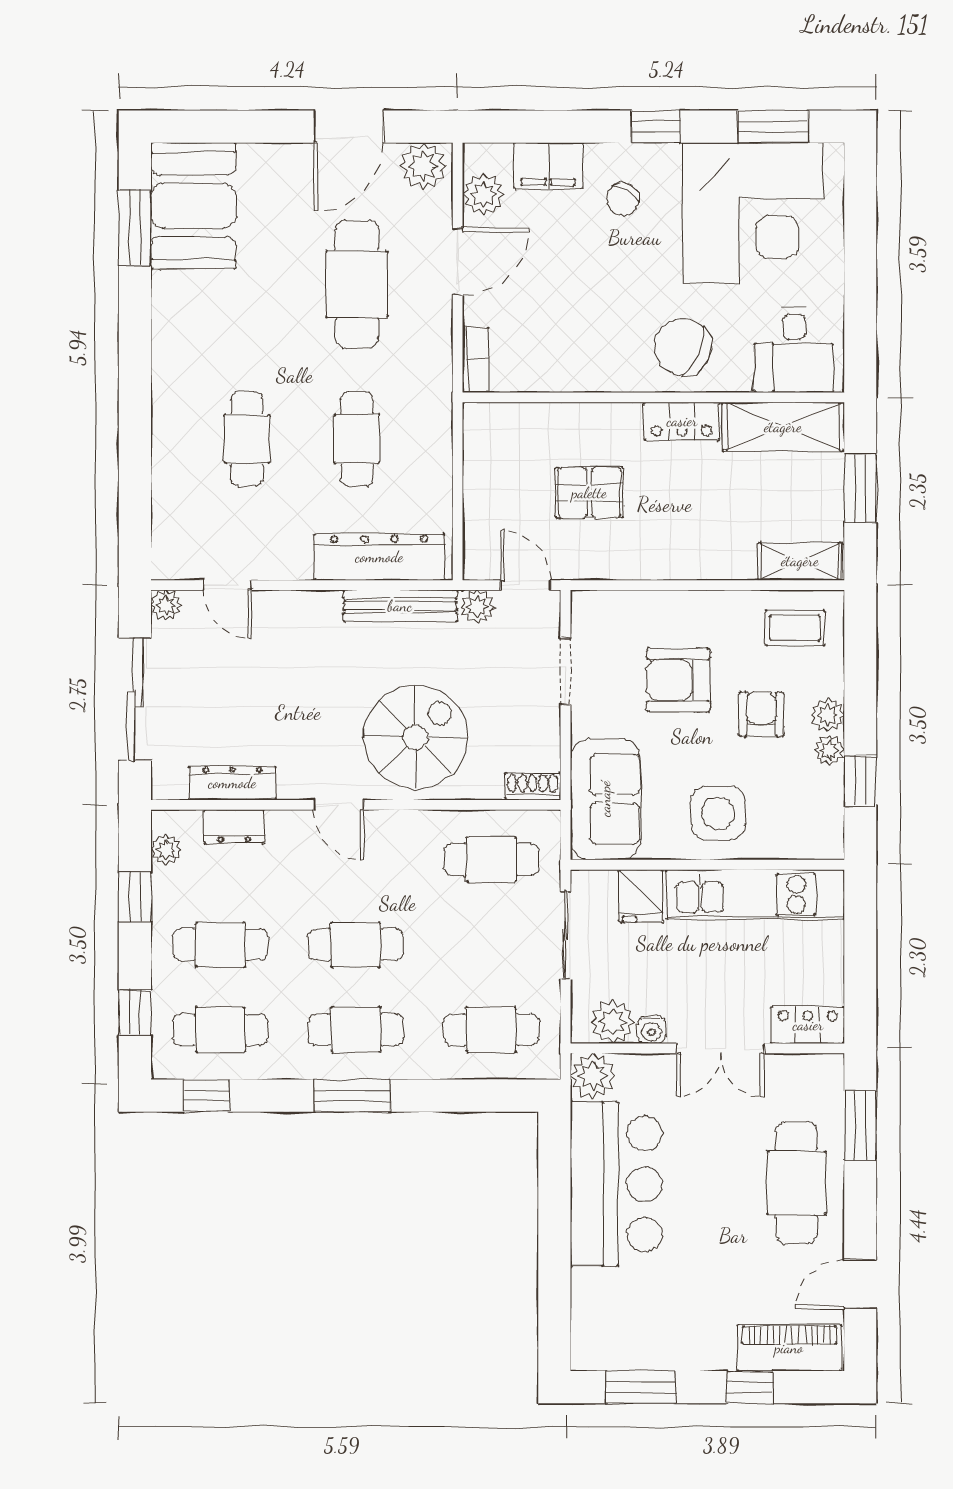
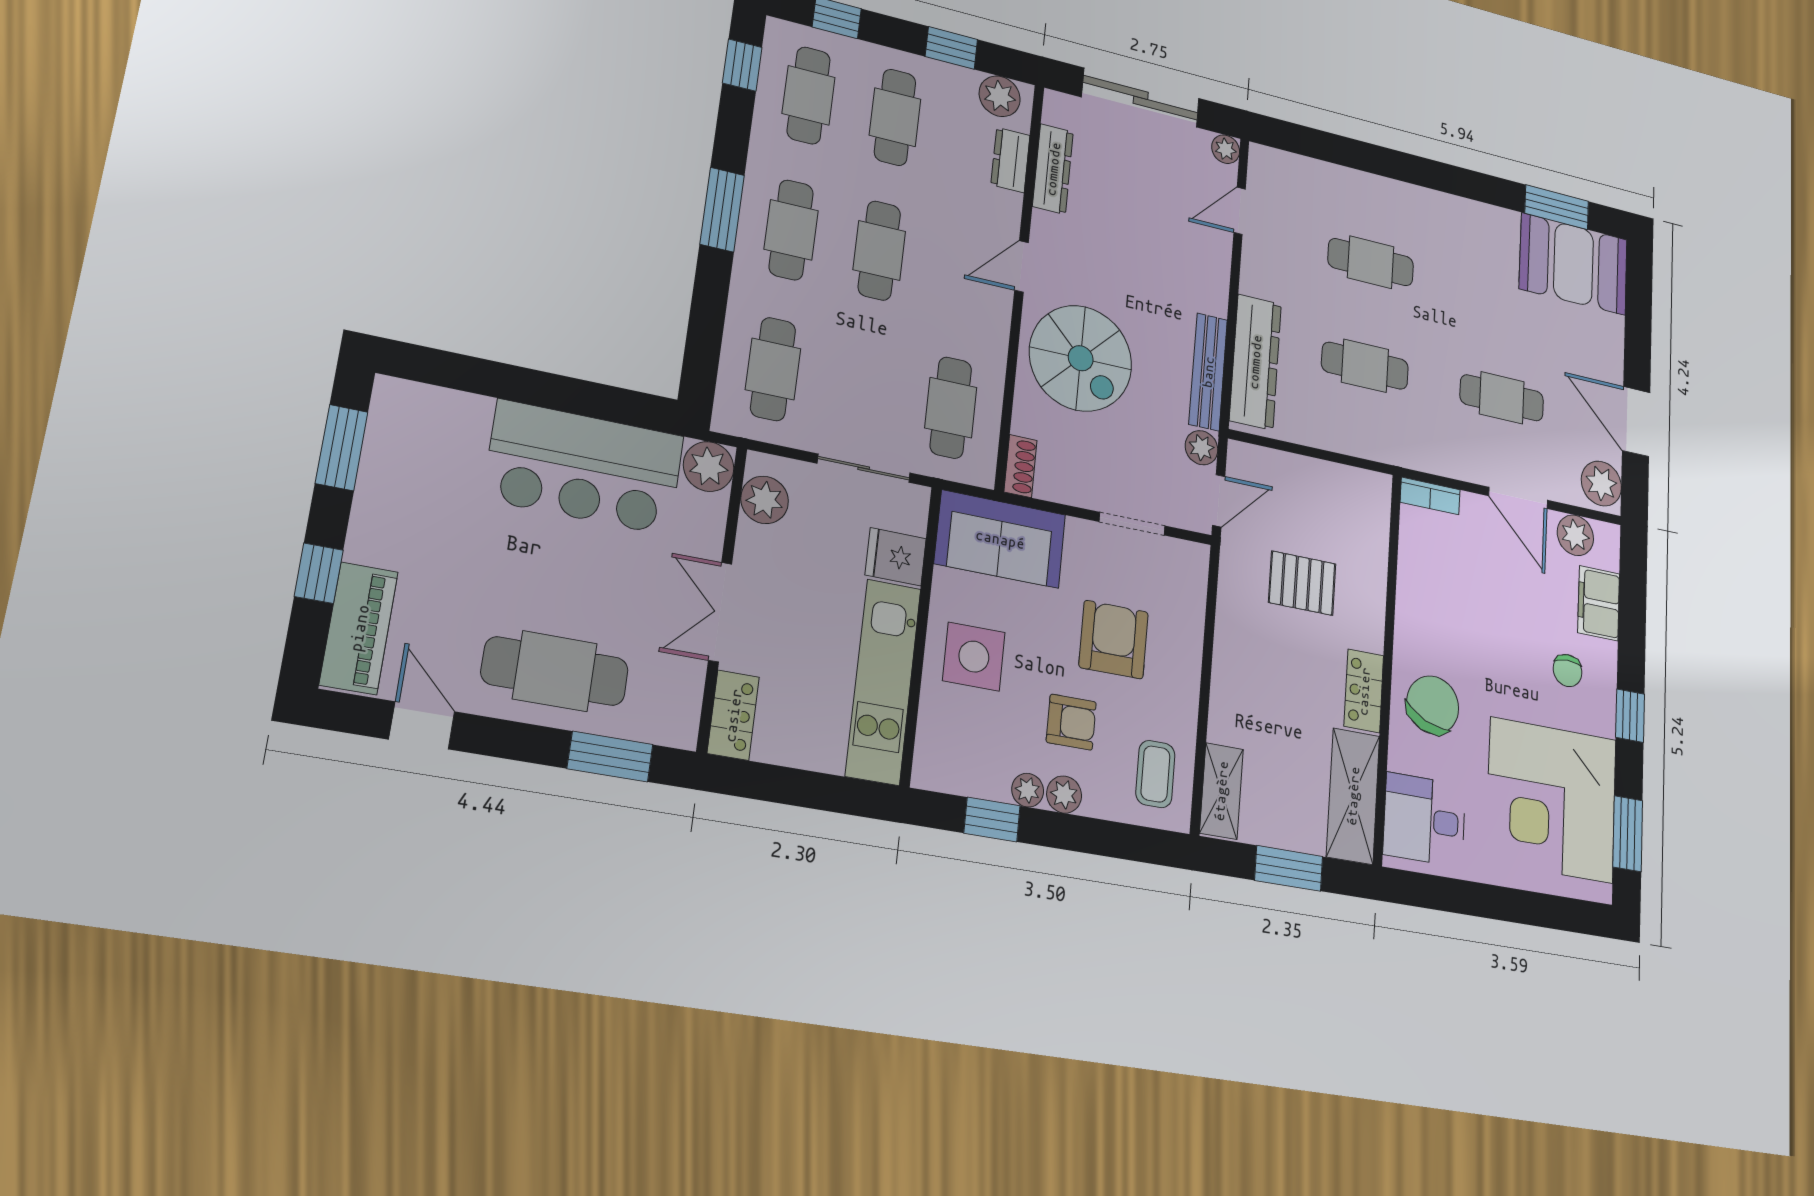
chair: (623, 199) -> (1568, 671), turned -120
cafe table: (357, 284) -> (1502, 398), width x0.73, depth x0.74
pallet: (589, 493) -> (1302, 583), turned 90
plant: (166, 850) -> (1000, 96), width x1.38, depth x1.38
water cooler: (652, 1030) -> (751, 540), removed

